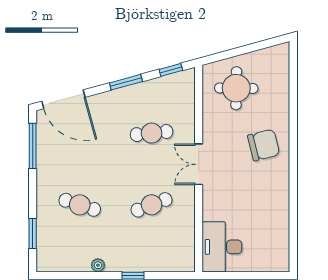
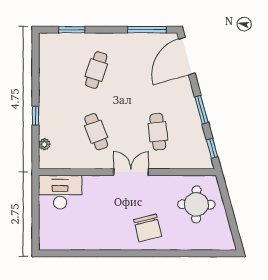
plant: (98, 265) -> (44, 144), moved

